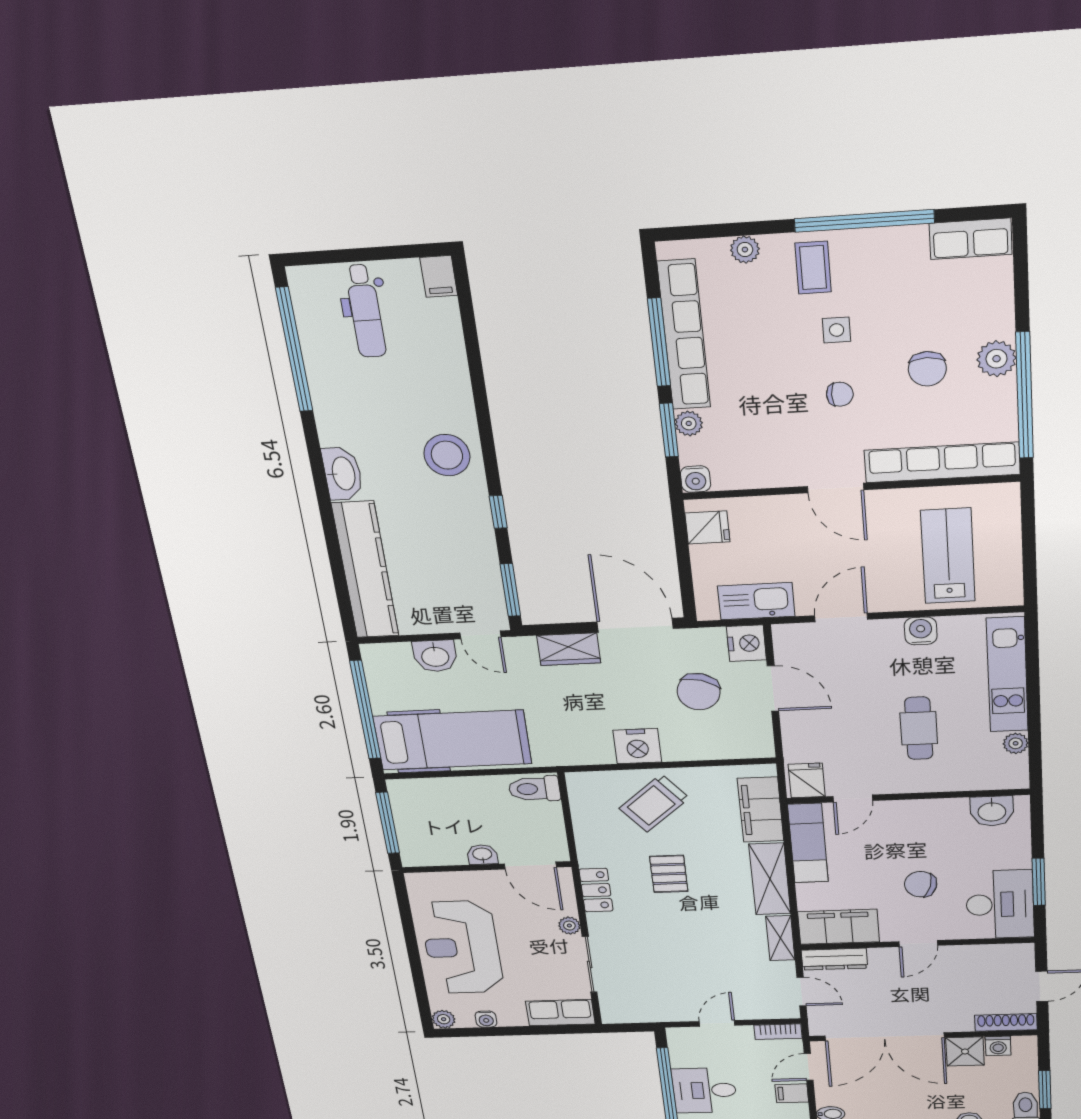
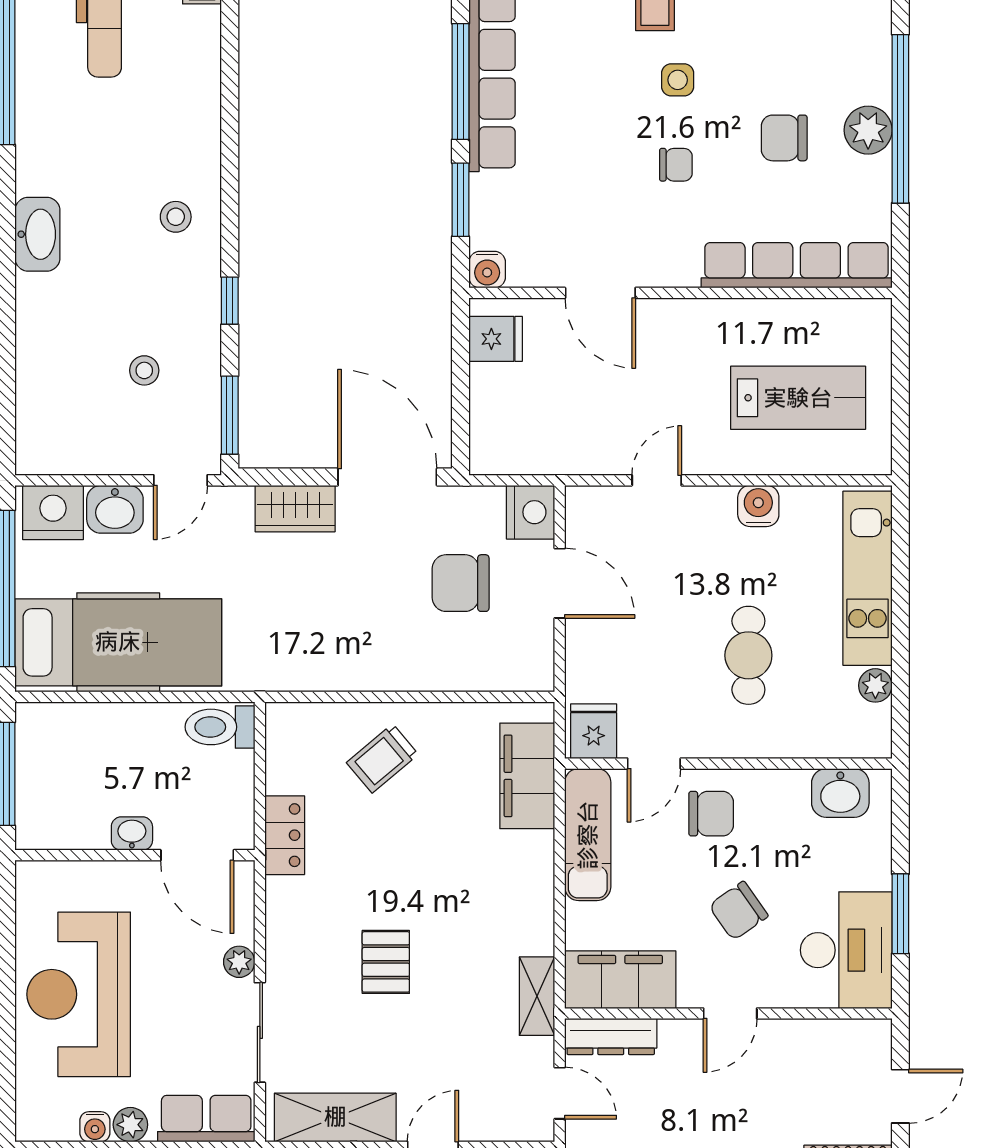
chair: (927, 369) -> (784, 138), turned 90
window: (1025, 396) -> (900, 119), moved
plant: (689, 423) -> (486, 192), removed
stool: (447, 455) -> (176, 217), width x0.53, depth x0.53
door: (836, 488) -> (600, 293), moved
lab bench: (948, 556) -> (798, 398), turned 90
stool: (441, 563) -> (144, 370), added
kitchen counter: (365, 570) -> (43, 375), removed
kitchen sink: (756, 601) -> (549, 450), removed
door: (841, 618) -> (657, 480), width x0.73
door: (480, 635) -> (180, 480), hinge flipped
chair: (699, 692) -> (461, 583), turned 73
nightstand: (637, 746) -> (53, 513), moved, turned 180
trolley: (654, 803) -> (382, 758), width x0.73, depth x0.72
chair: (897, 827) -> (711, 814), added
pallet: (669, 874) -> (386, 962), moved
shelving: (770, 879) -> (335, 1117), moved, turned 90
chair: (921, 884) -> (738, 911), turned -51
locker: (596, 890) -> (285, 835), moved
plant: (444, 1019) -> (130, 1125), moved

